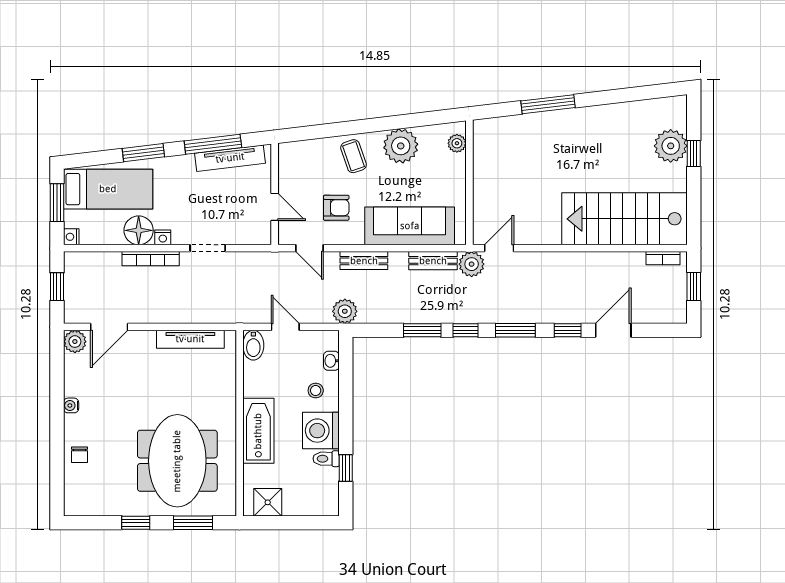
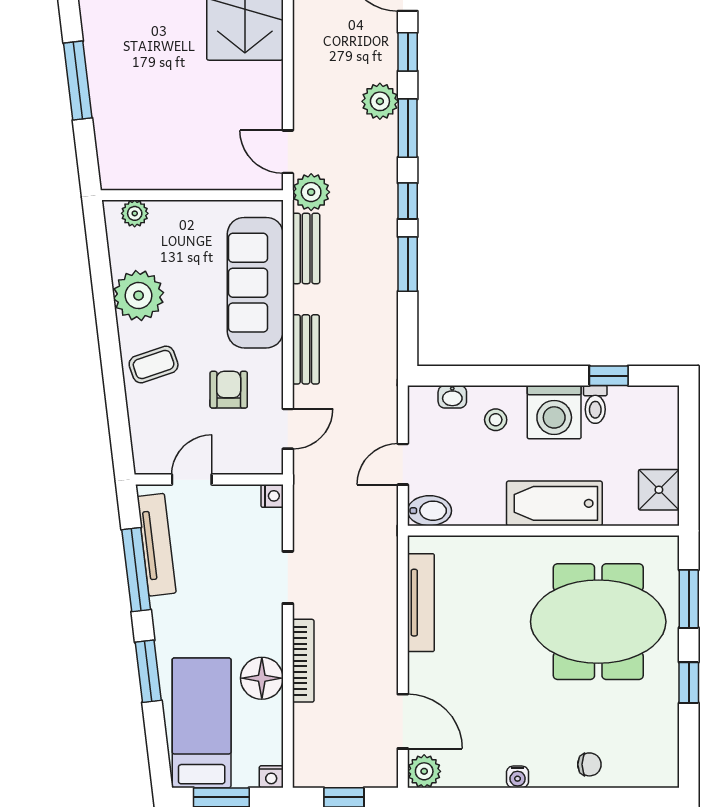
door: (275, 207) -> (192, 480), moved
nightstand: (163, 237) -> (272, 496), moved
plant: (345, 311) -> (380, 101), moved

